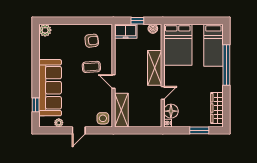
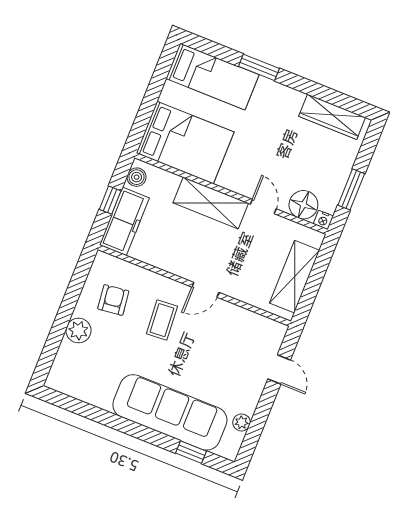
plant: (45, 30) -> (78, 331), moved
freezer: (126, 31) -> (124, 221), width x1.40
window: (226, 65) -> (259, 67), width x0.47
shelving: (121, 110) -> (295, 277), moved, turned 90
side table: (103, 118) -> (266, 337), removed
door: (79, 130) -> (279, 369), moved
window: (199, 130) -> (351, 189), moved

